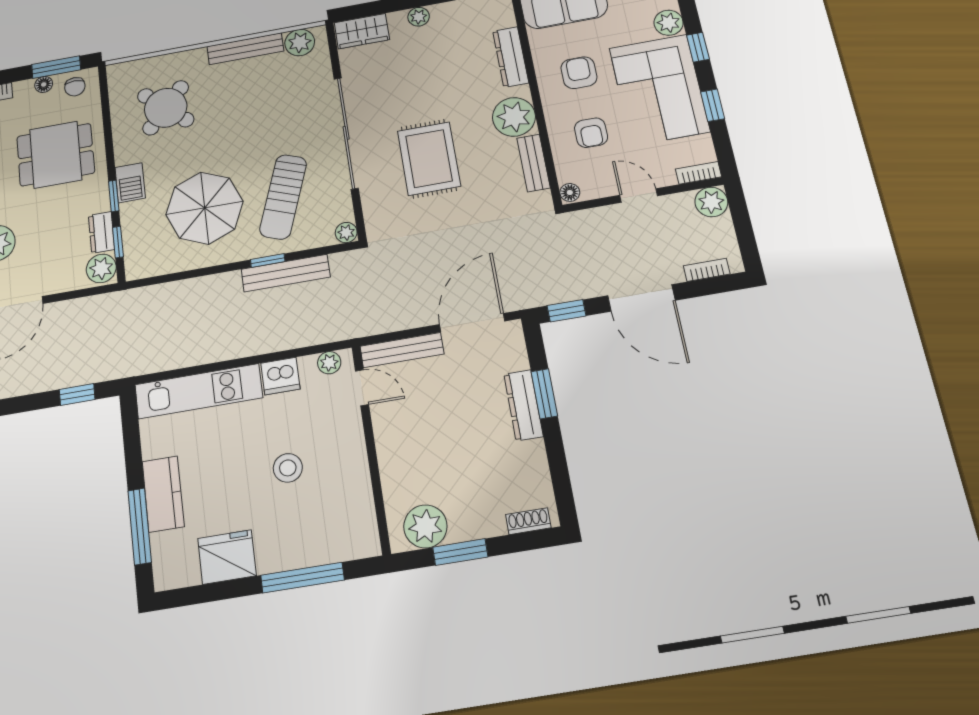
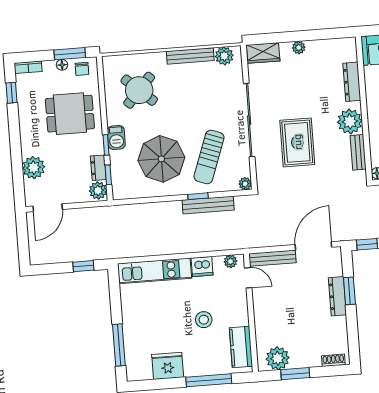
kitchen counter: (163, 494) -> (241, 347), moved, turned 180

